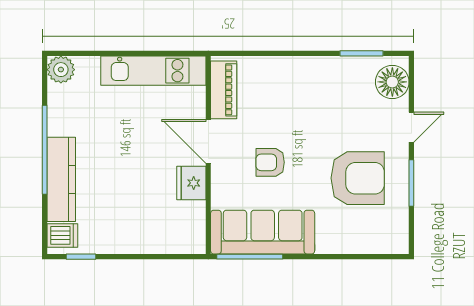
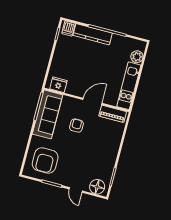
plant: (61, 70) -> (137, 57), moved
armchair: (358, 178) -> (45, 161), moved
fridge: (191, 183) -> (58, 85), moved

